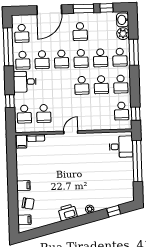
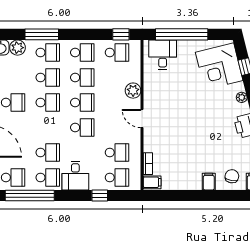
school desk: (62, 59) -> (82, 127), moved
plant: (92, 125) -> (133, 91), added
corner desk: (113, 191) -> (219, 66), added

